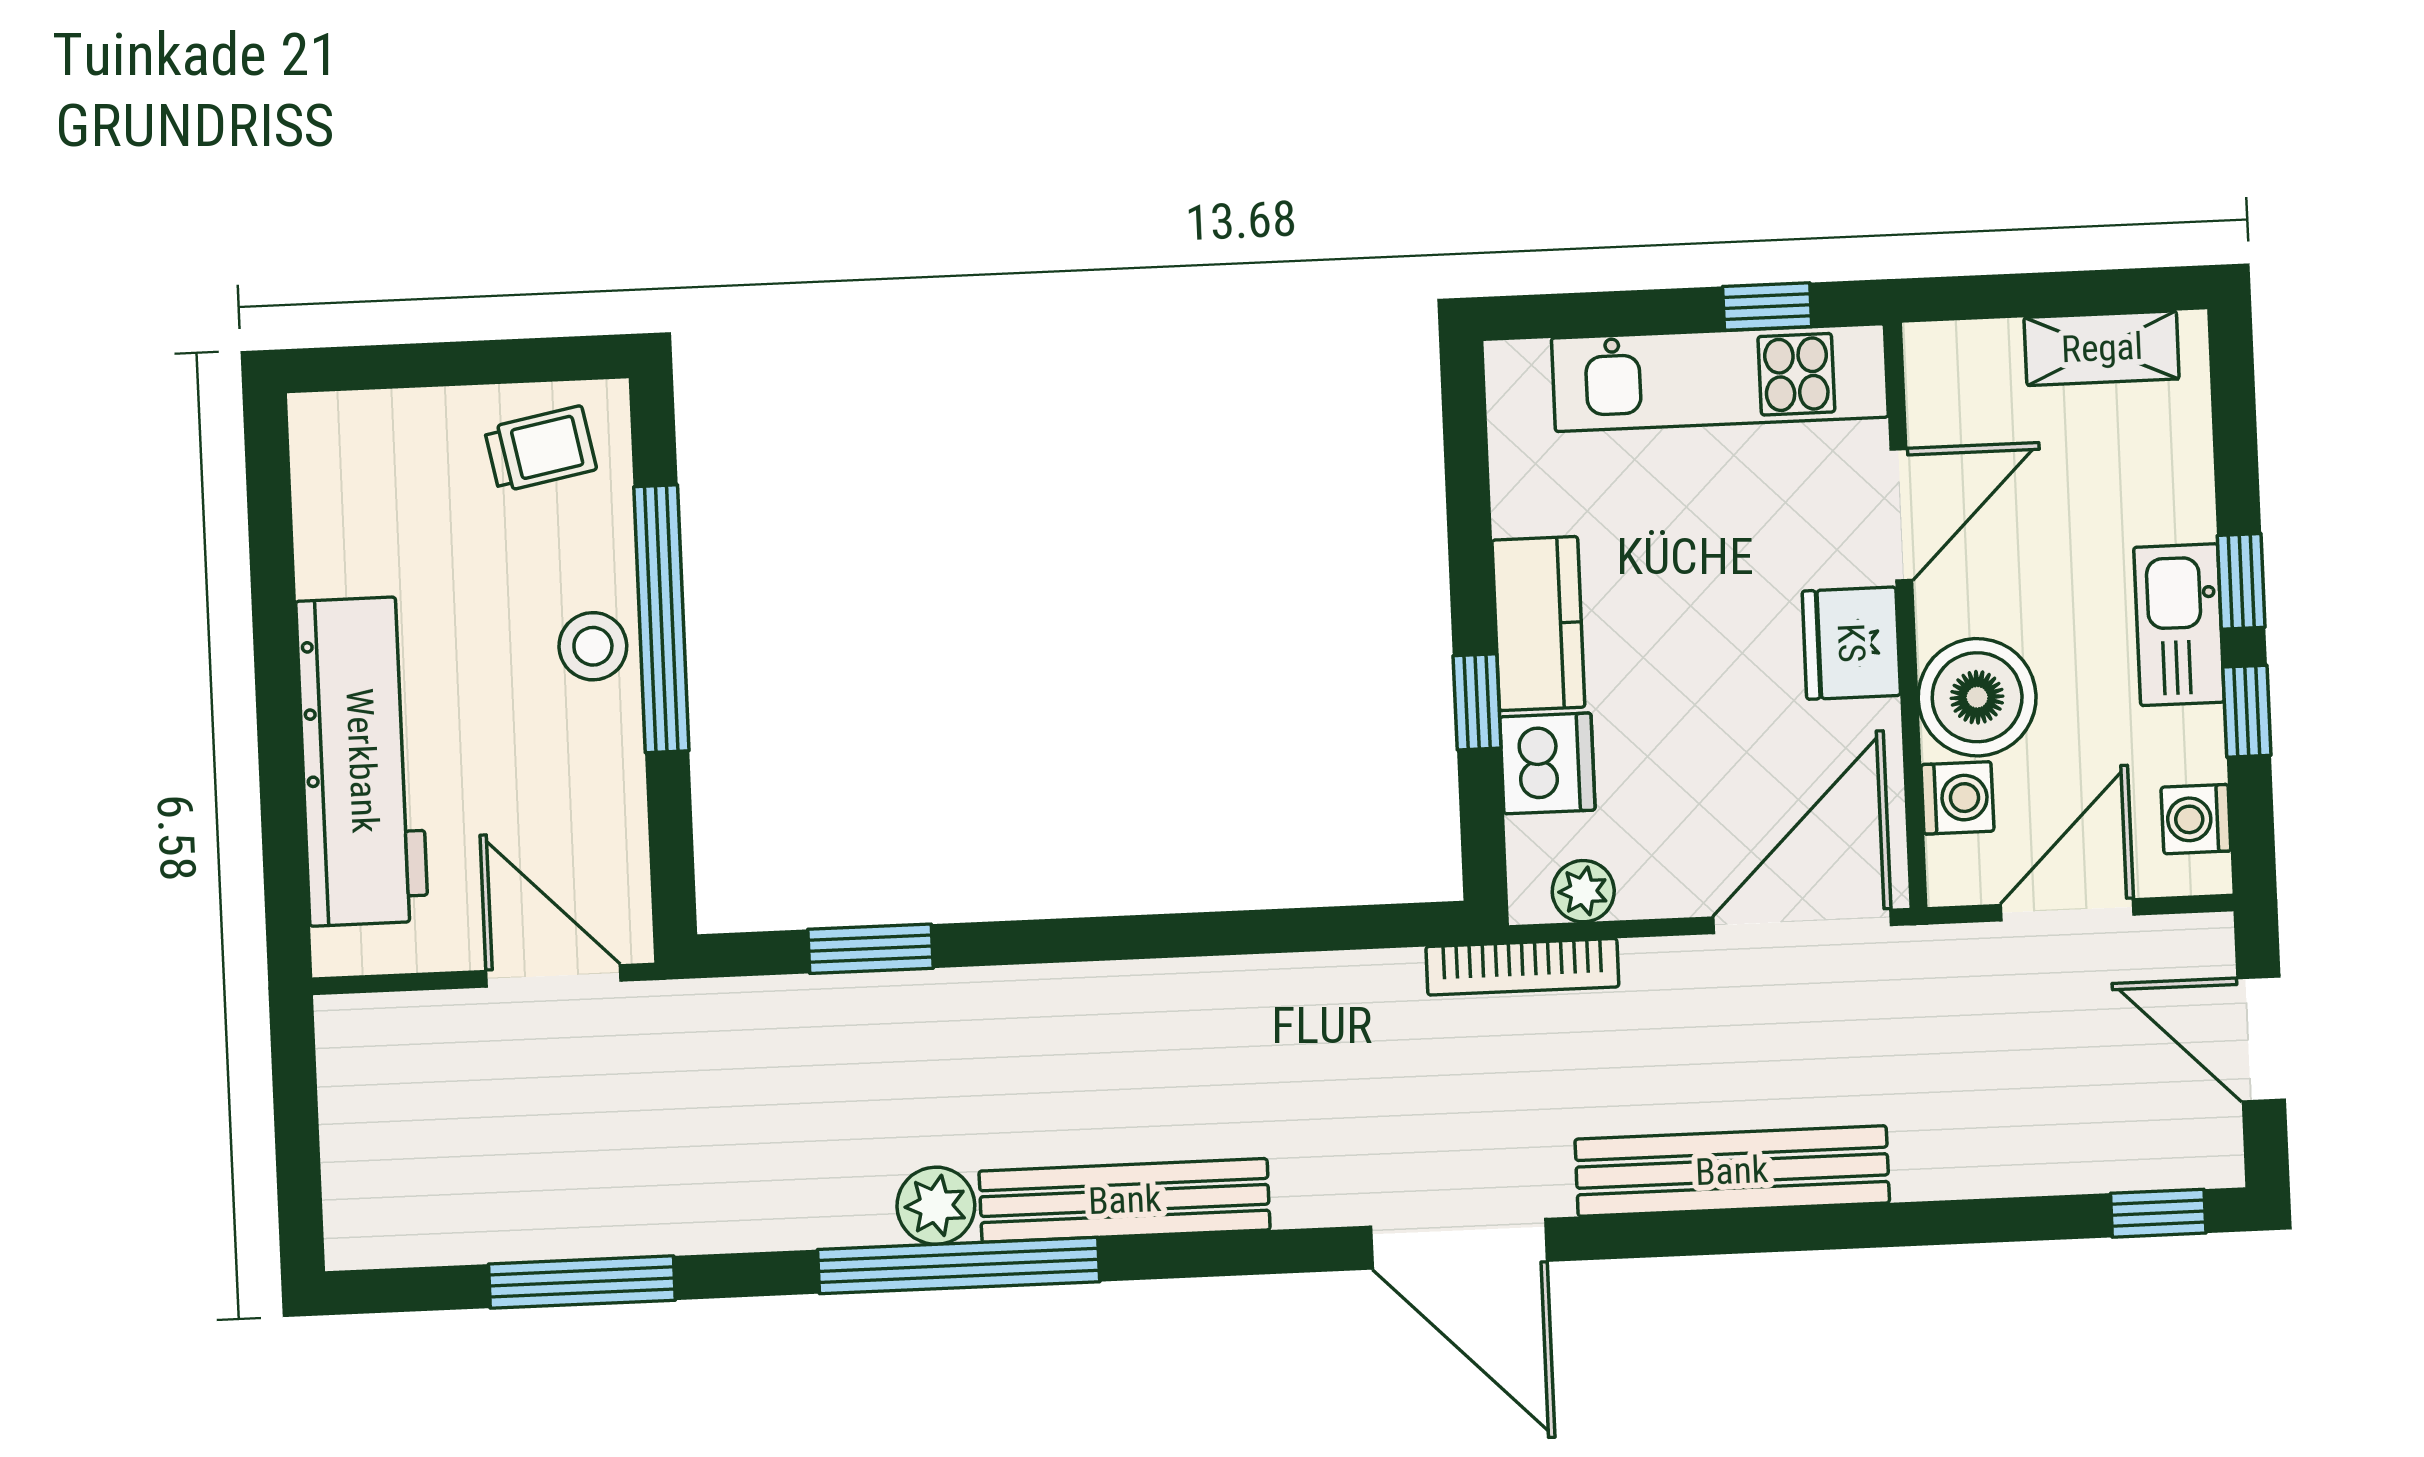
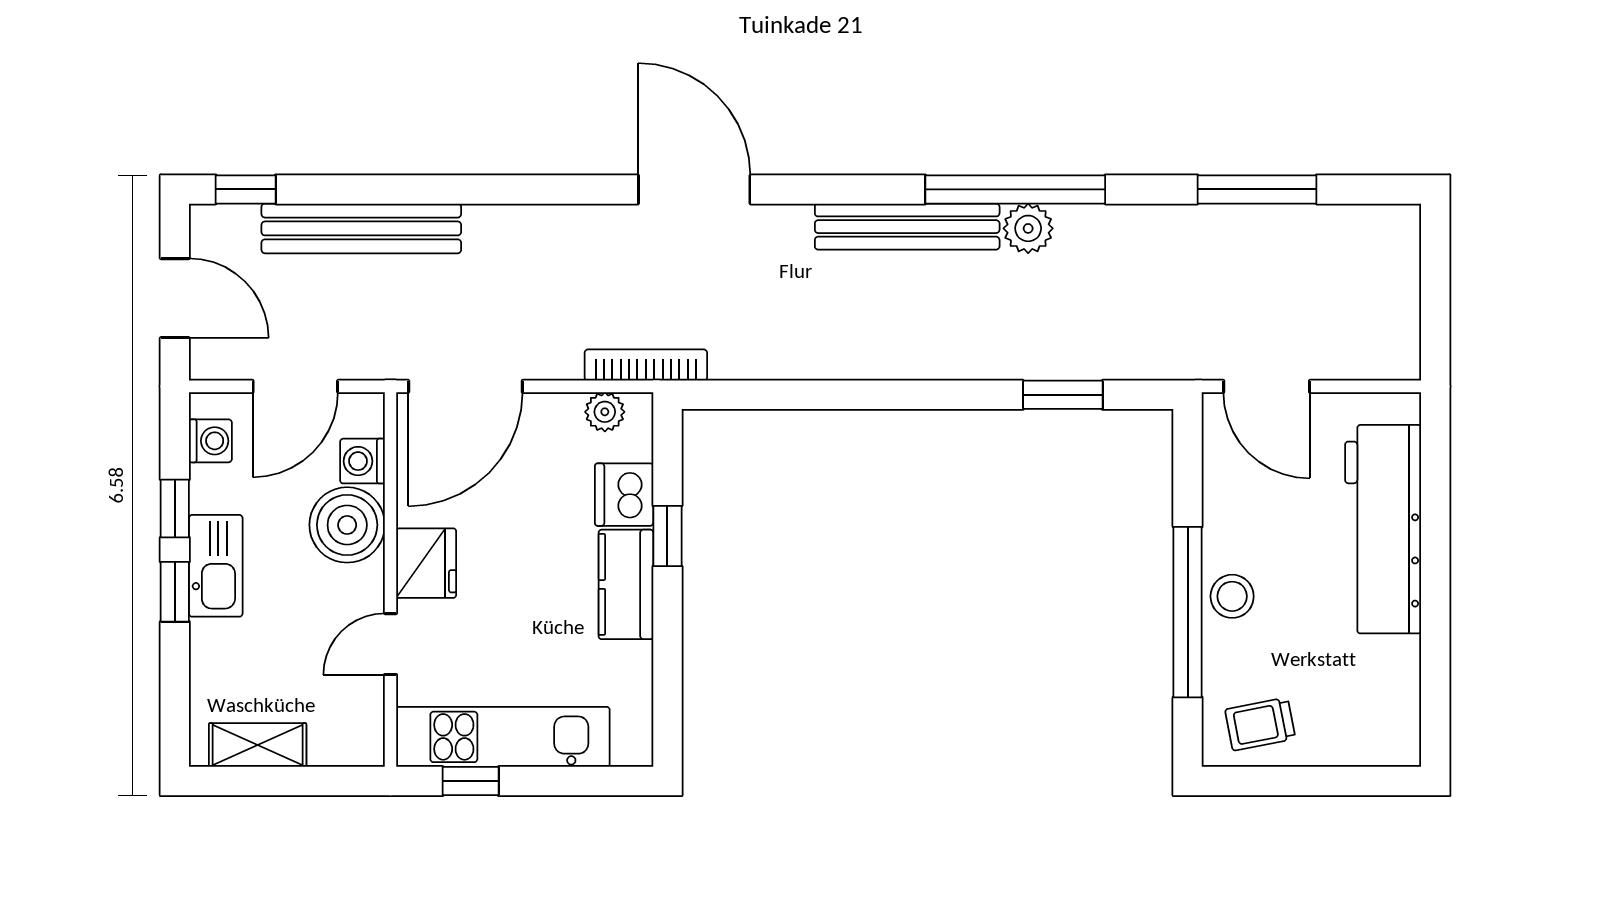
door: (1901, 515) -> (391, 644), width x0.73
bench: (1732, 1171) -> (361, 228), moved

